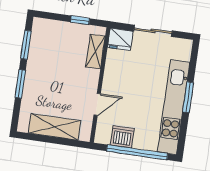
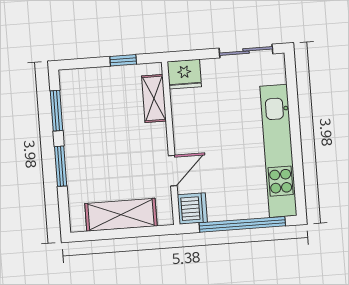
sliding door: (153, 31) -> (246, 51), moved
window: (188, 97) -> (295, 133), removed
dishwasher: (122, 137) -> (192, 208), moved, turned 90

